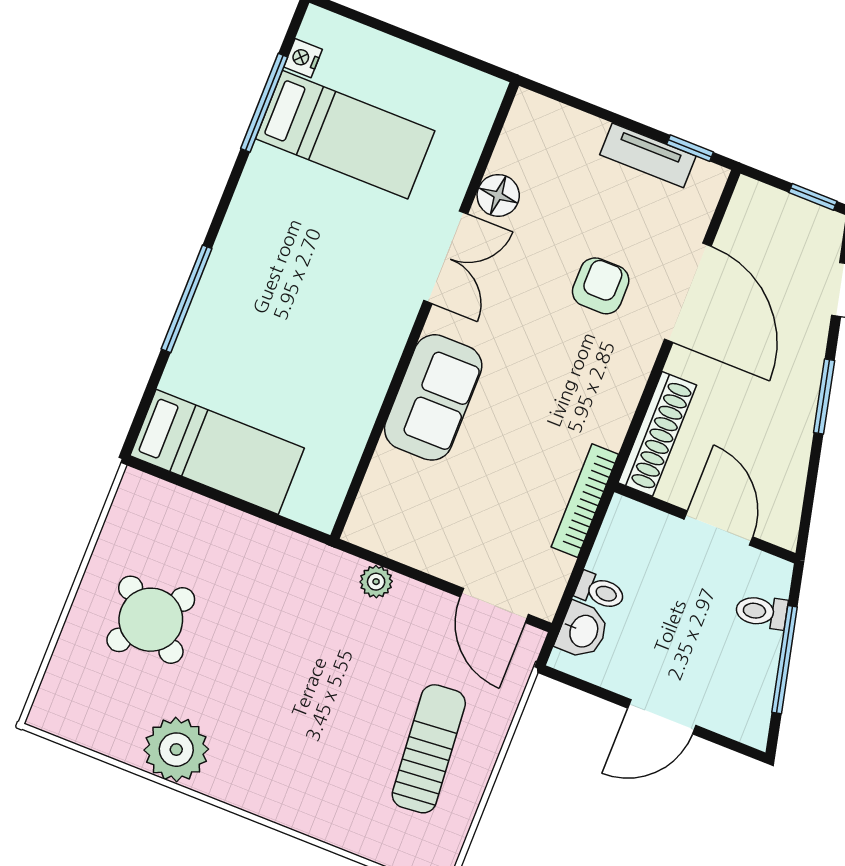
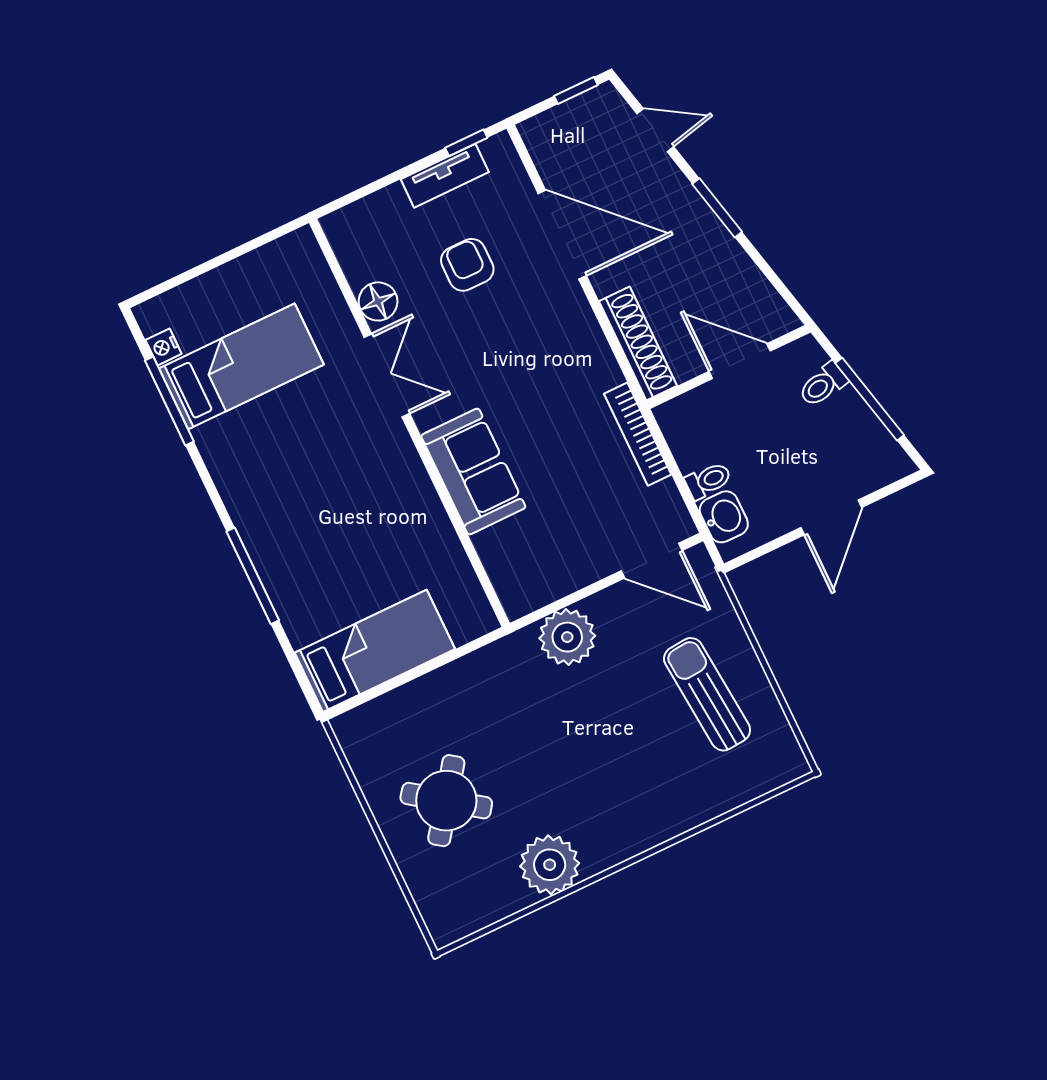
armchair: (601, 286) -> (467, 265), moved
plant: (376, 582) -> (567, 637), width x1.87, depth x1.87

